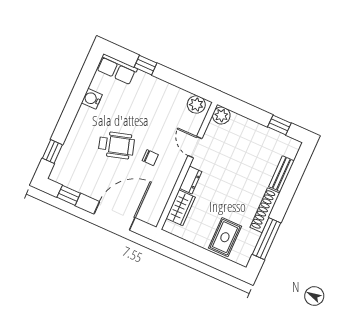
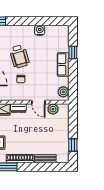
row of seats: (117, 69) -> (63, 64), moved
plant: (221, 115) -> (53, 109), moved
door: (195, 147) -> (38, 102), swing flipped

